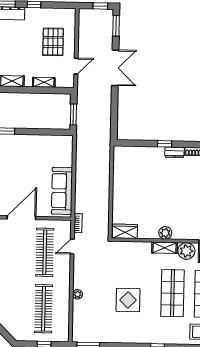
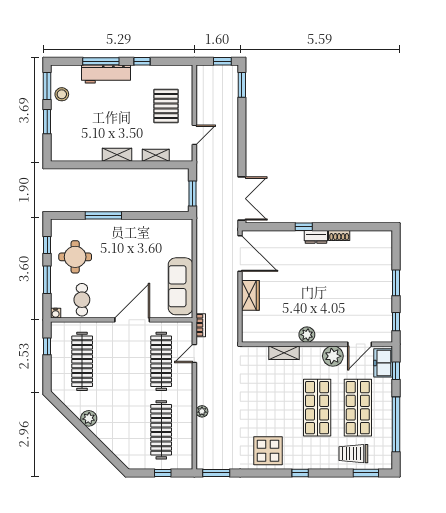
double door: (115, 68) -> (242, 199), moved
door: (112, 165) -> (240, 253), added
wardrobe: (125, 231) -> (250, 295), moved, turned 90
shelving: (165, 248) -> (284, 353), moved
display table: (128, 300) -> (268, 451), moved

